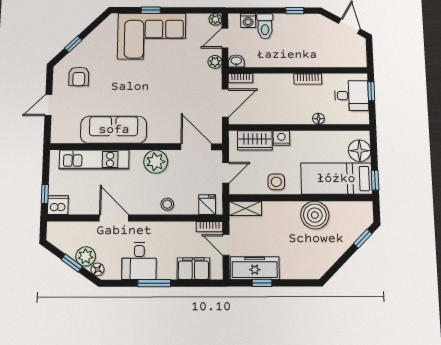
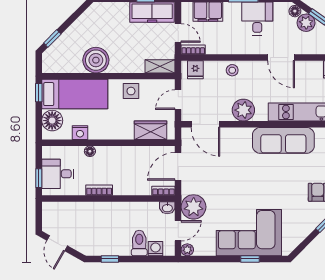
plant: (215, 62) -> (194, 207), width x1.87, depth x1.87
nightstand: (281, 138) -> (80, 133), moved

